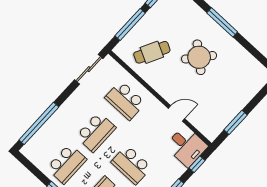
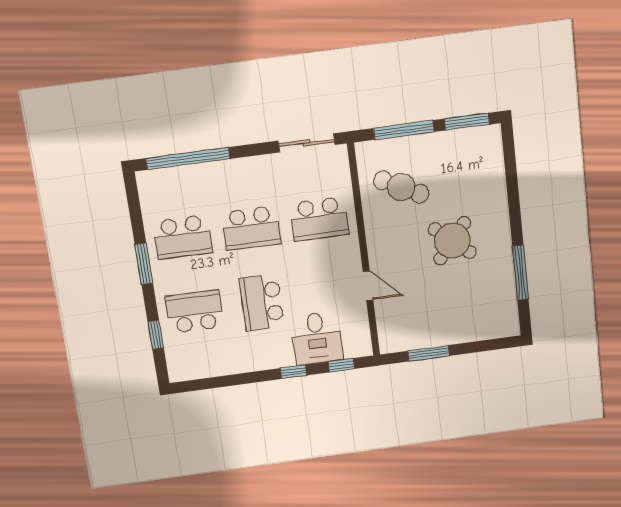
window: (222, 22) -> (520, 273), moved
school desk: (125, 100) -> (319, 219), turned -90
desk: (186, 146) -> (317, 338), moved

